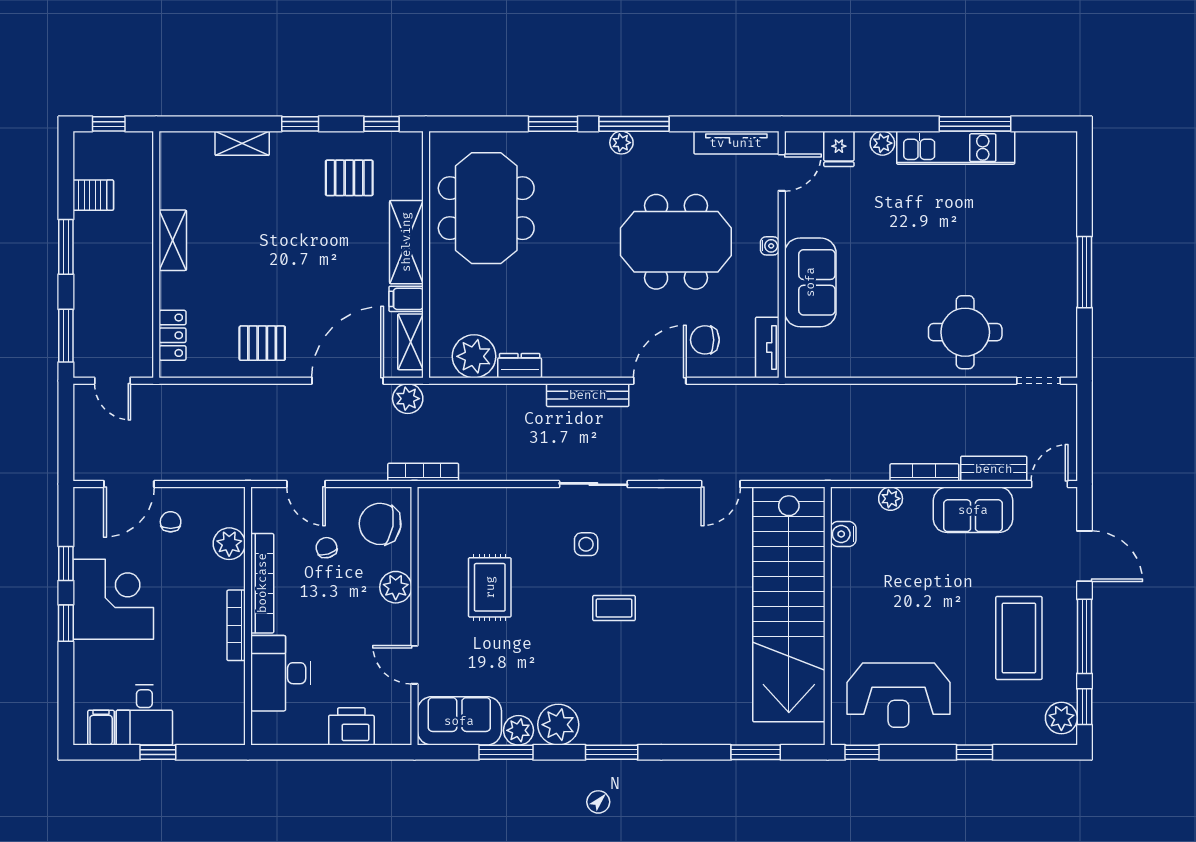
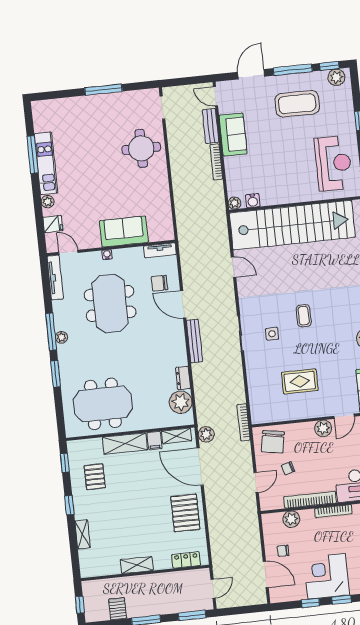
chair: (705, 340) -> (159, 283), turned 90
pallet: (262, 343) -> (185, 513), width x1.50, depth x1.42
plant: (891, 499) -> (234, 203), moved
plant: (396, 587) -> (323, 428), moved

